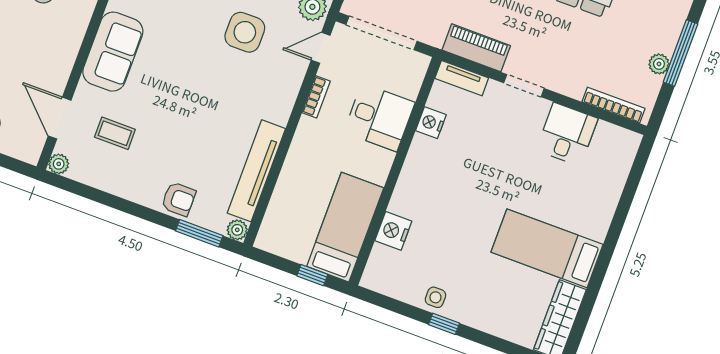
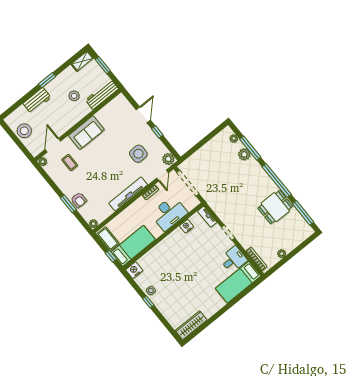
door: (321, 48) -> (163, 176), swing flipped
piano: (476, 48) -> (219, 209), removed
window: (681, 53) -> (292, 254), removed
desk: (379, 117) -> (169, 213), width x1.37
tv unit: (256, 171) -> (128, 194), moved
nightstand: (393, 231) -> (134, 270), moved
window: (199, 233) -> (68, 204), moved
cot: (285, 243) -> (108, 239), added
bed: (547, 248) -> (238, 282), moved, turned -90

